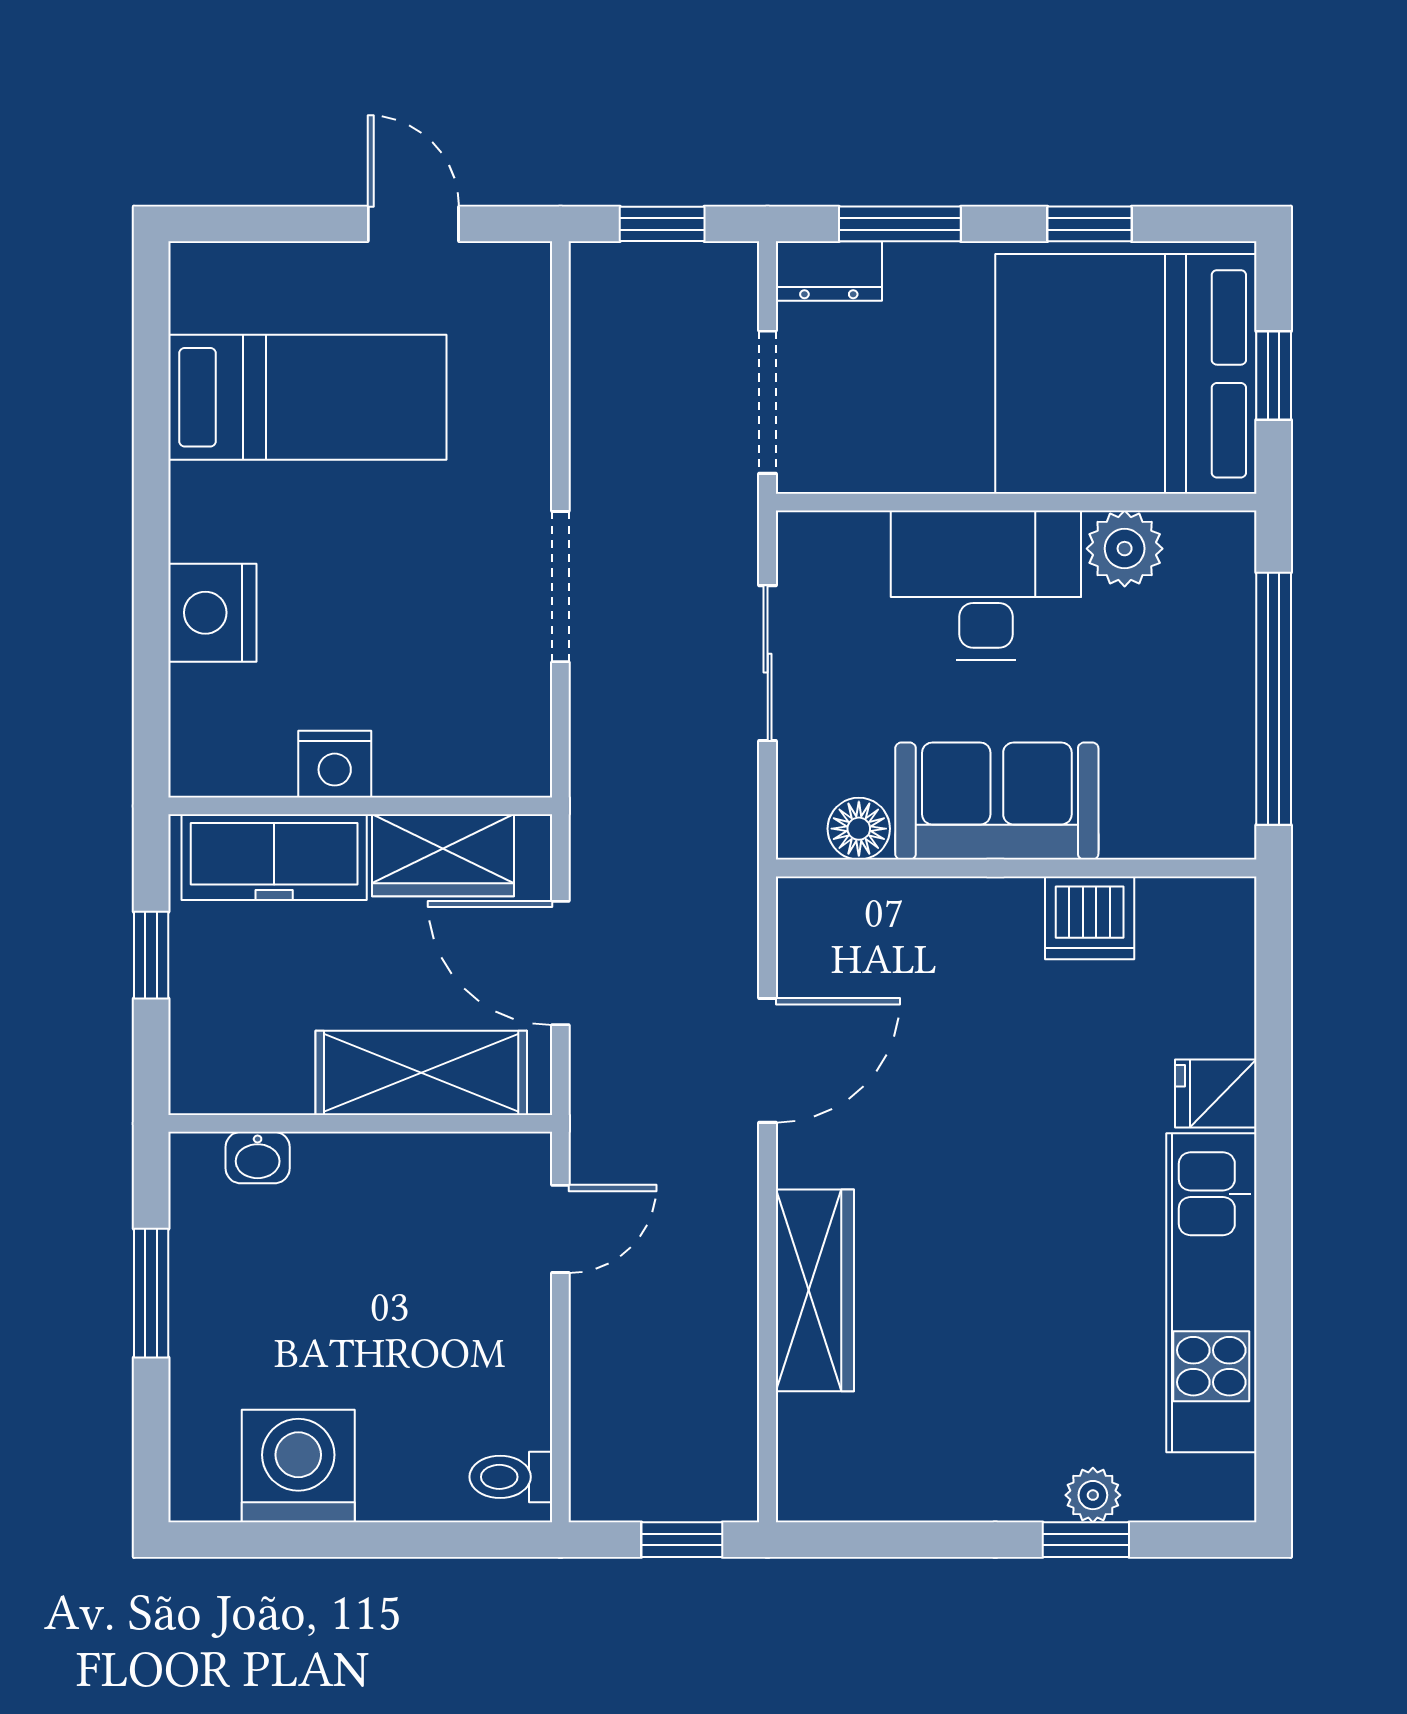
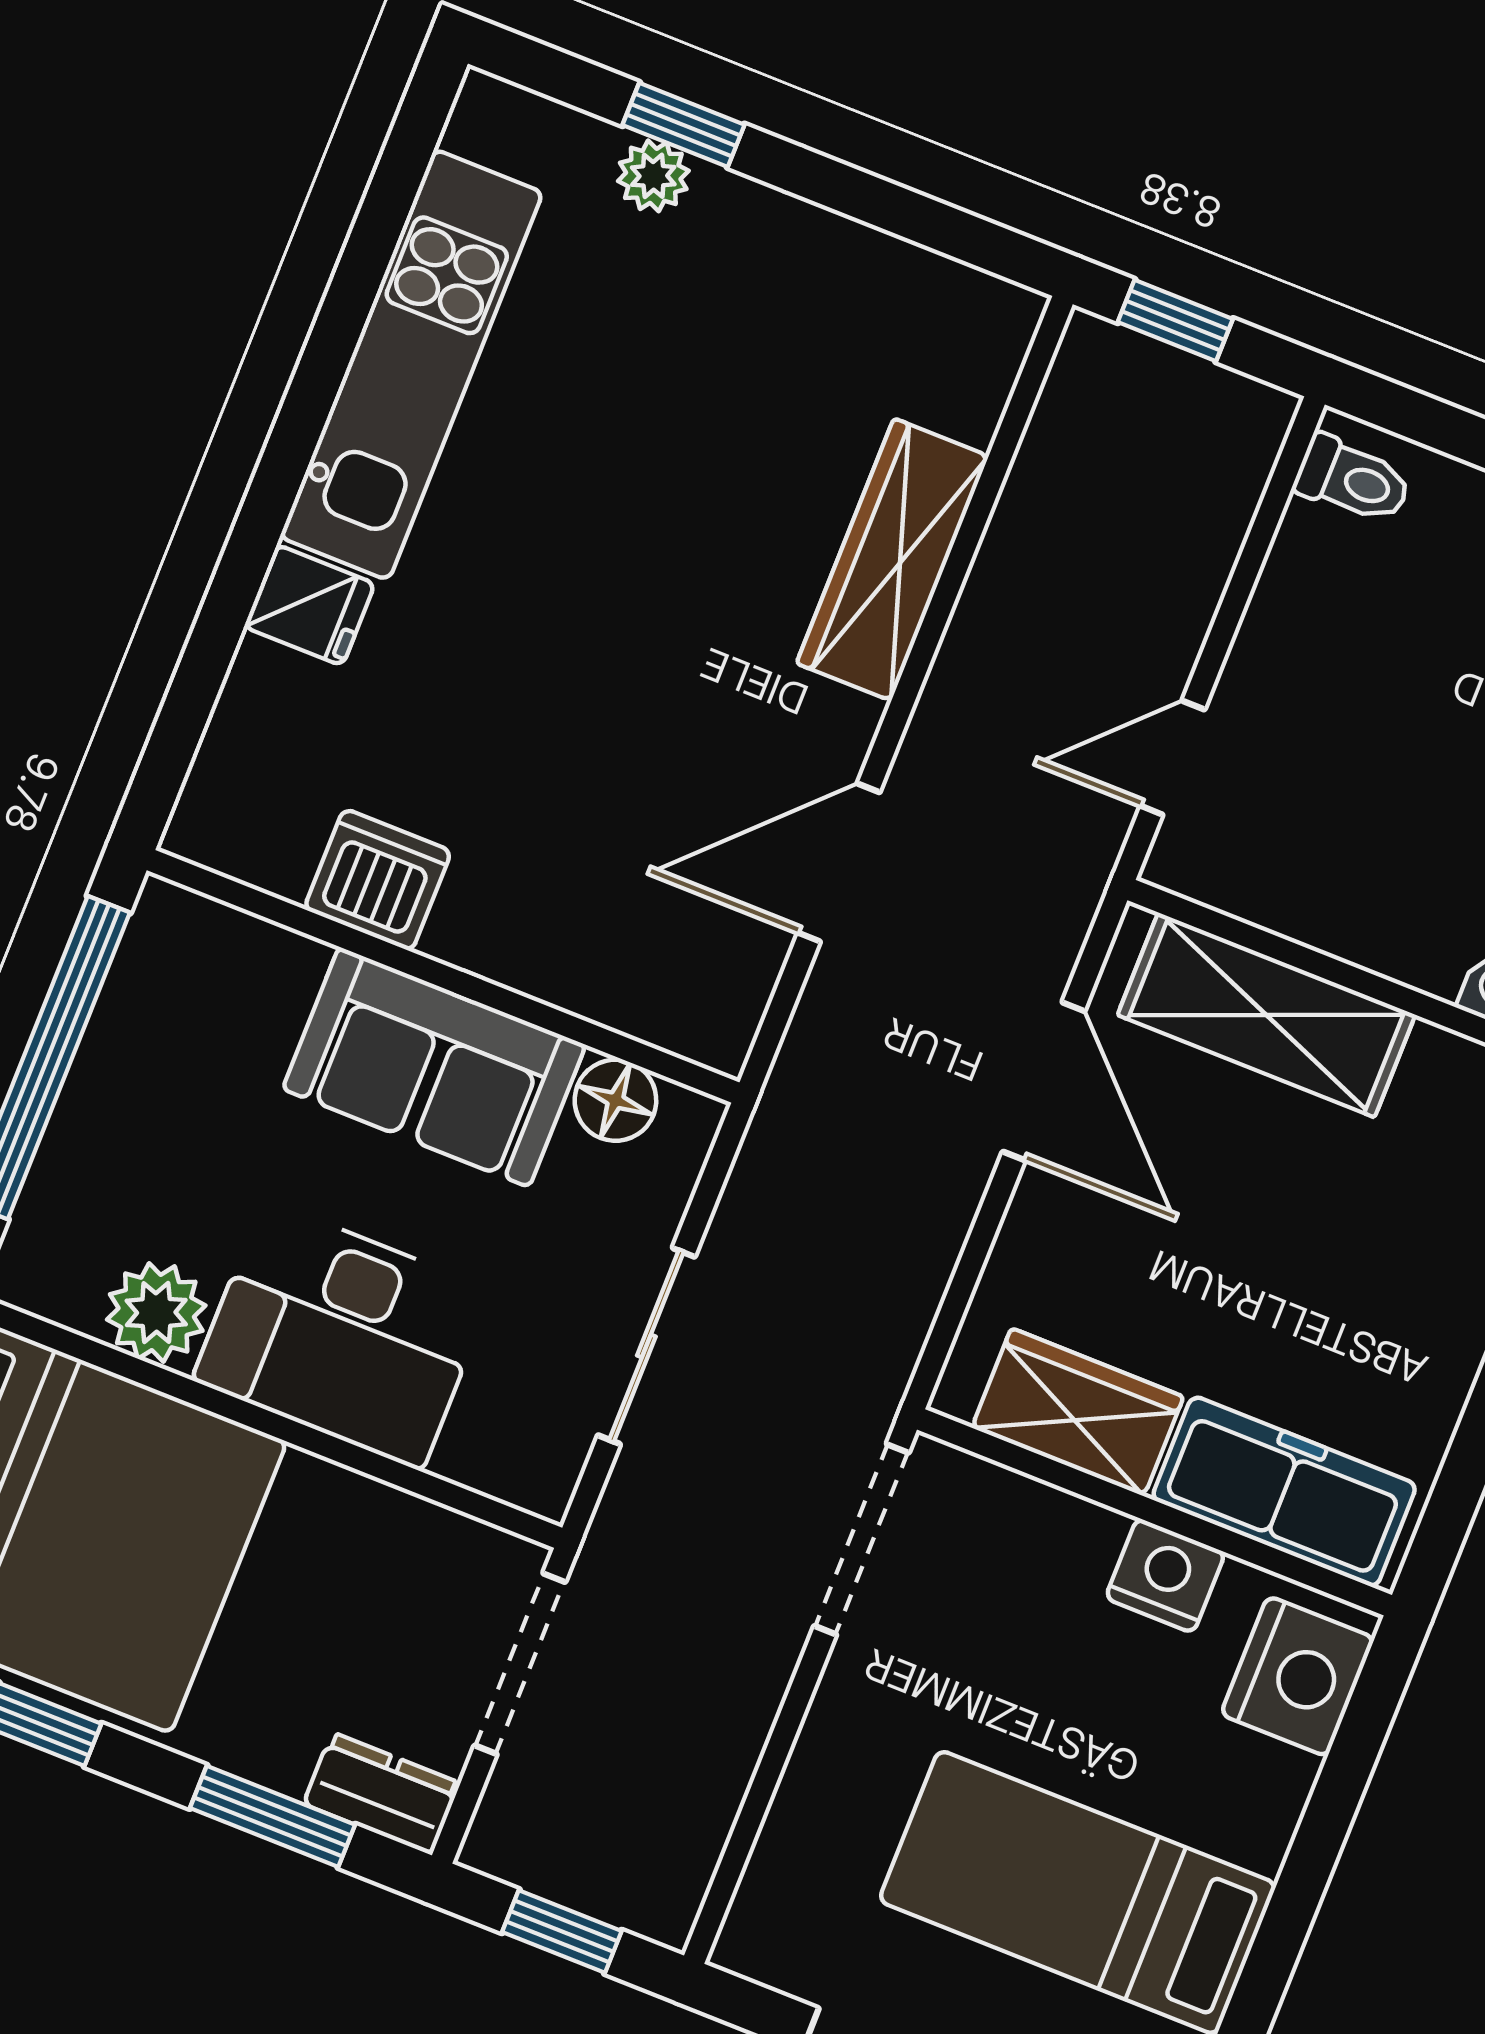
nightstand: (335, 764) -> (1165, 1575), moved
wall: (360, 806) -> (1154, 1512), moved
wardrobe: (443, 855) -> (1078, 1412), moved
freezer: (274, 857) -> (1284, 1492), moved

